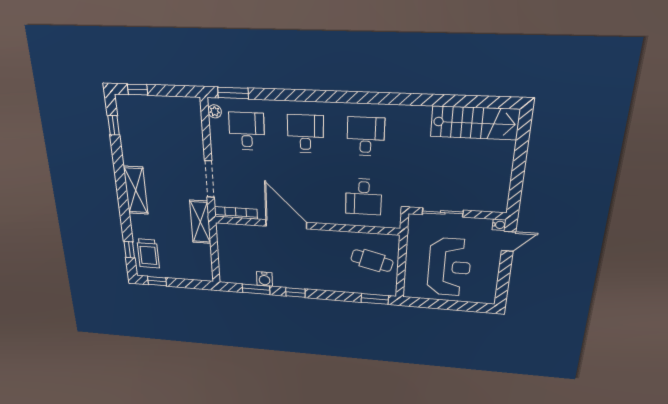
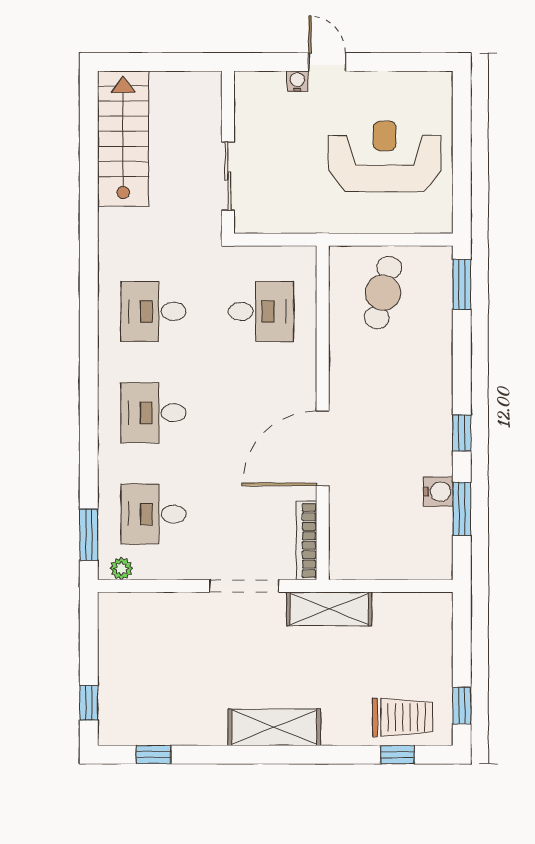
sliding door: (443, 212) -> (228, 176), moved
wall: (457, 213) -> (228, 152), moved

